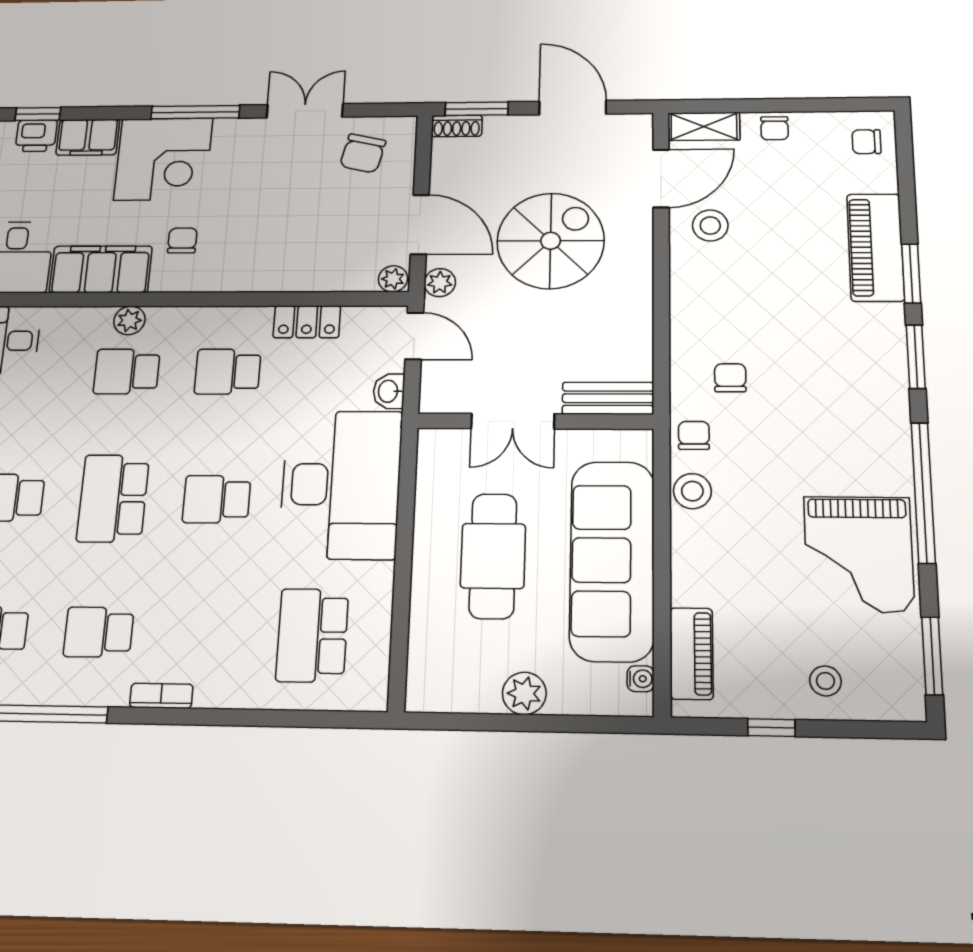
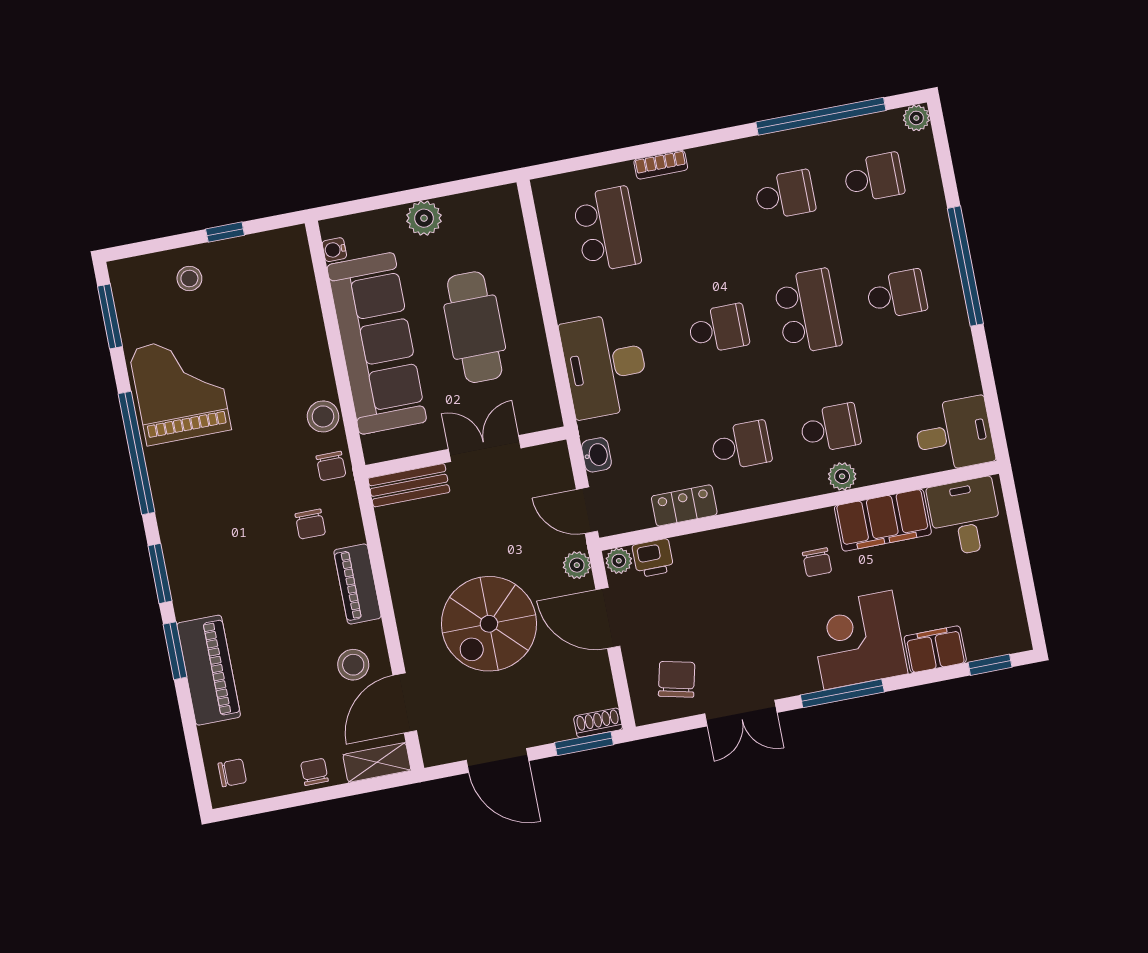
printer: (36, 136) -> (653, 558), moved, turned 180
desk: (341, 484) -> (605, 365), width x0.73, depth x0.77
piano: (691, 654) -> (357, 584), moved
bookcase: (161, 696) -> (661, 165), moved

